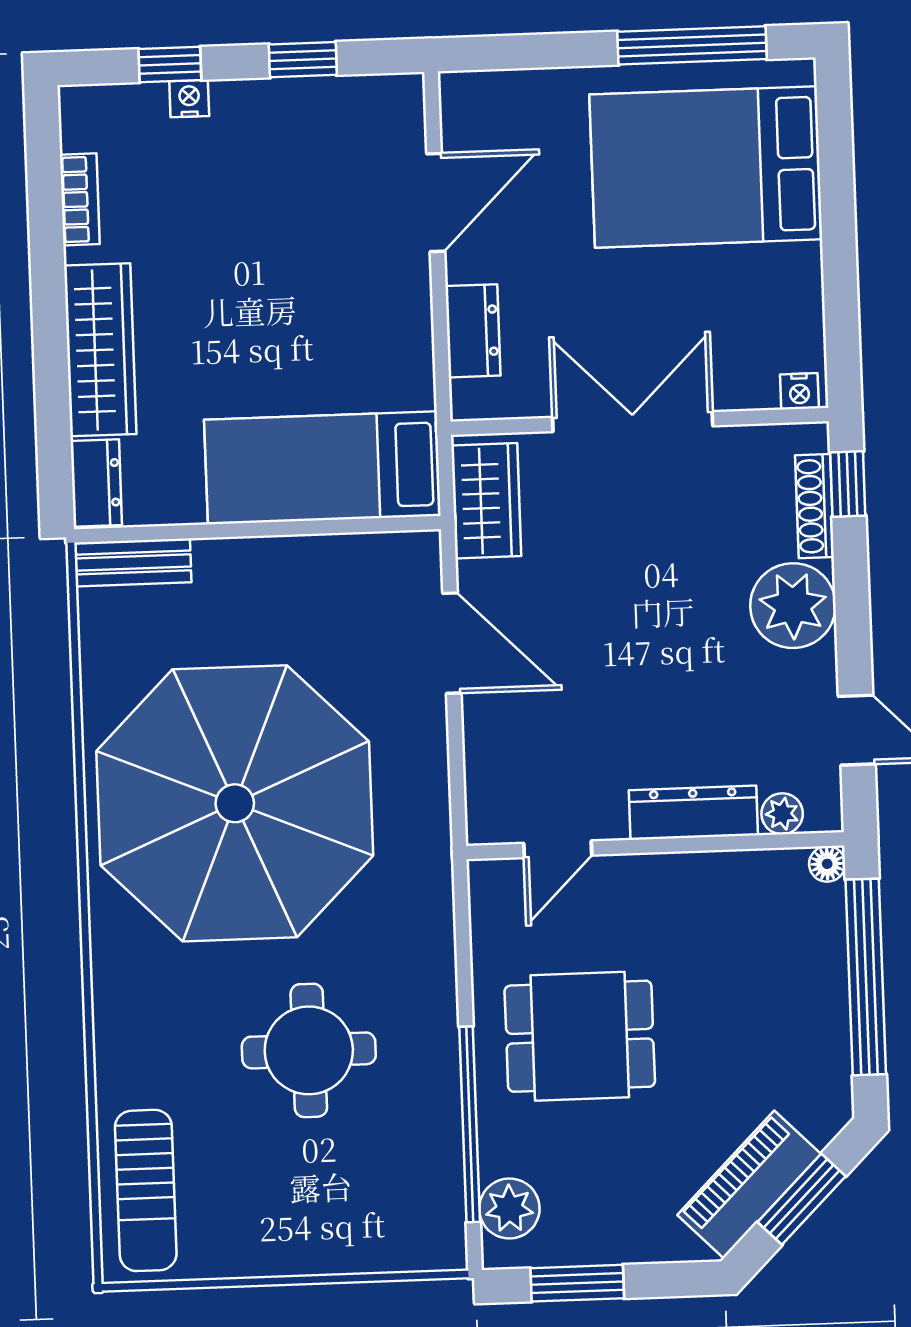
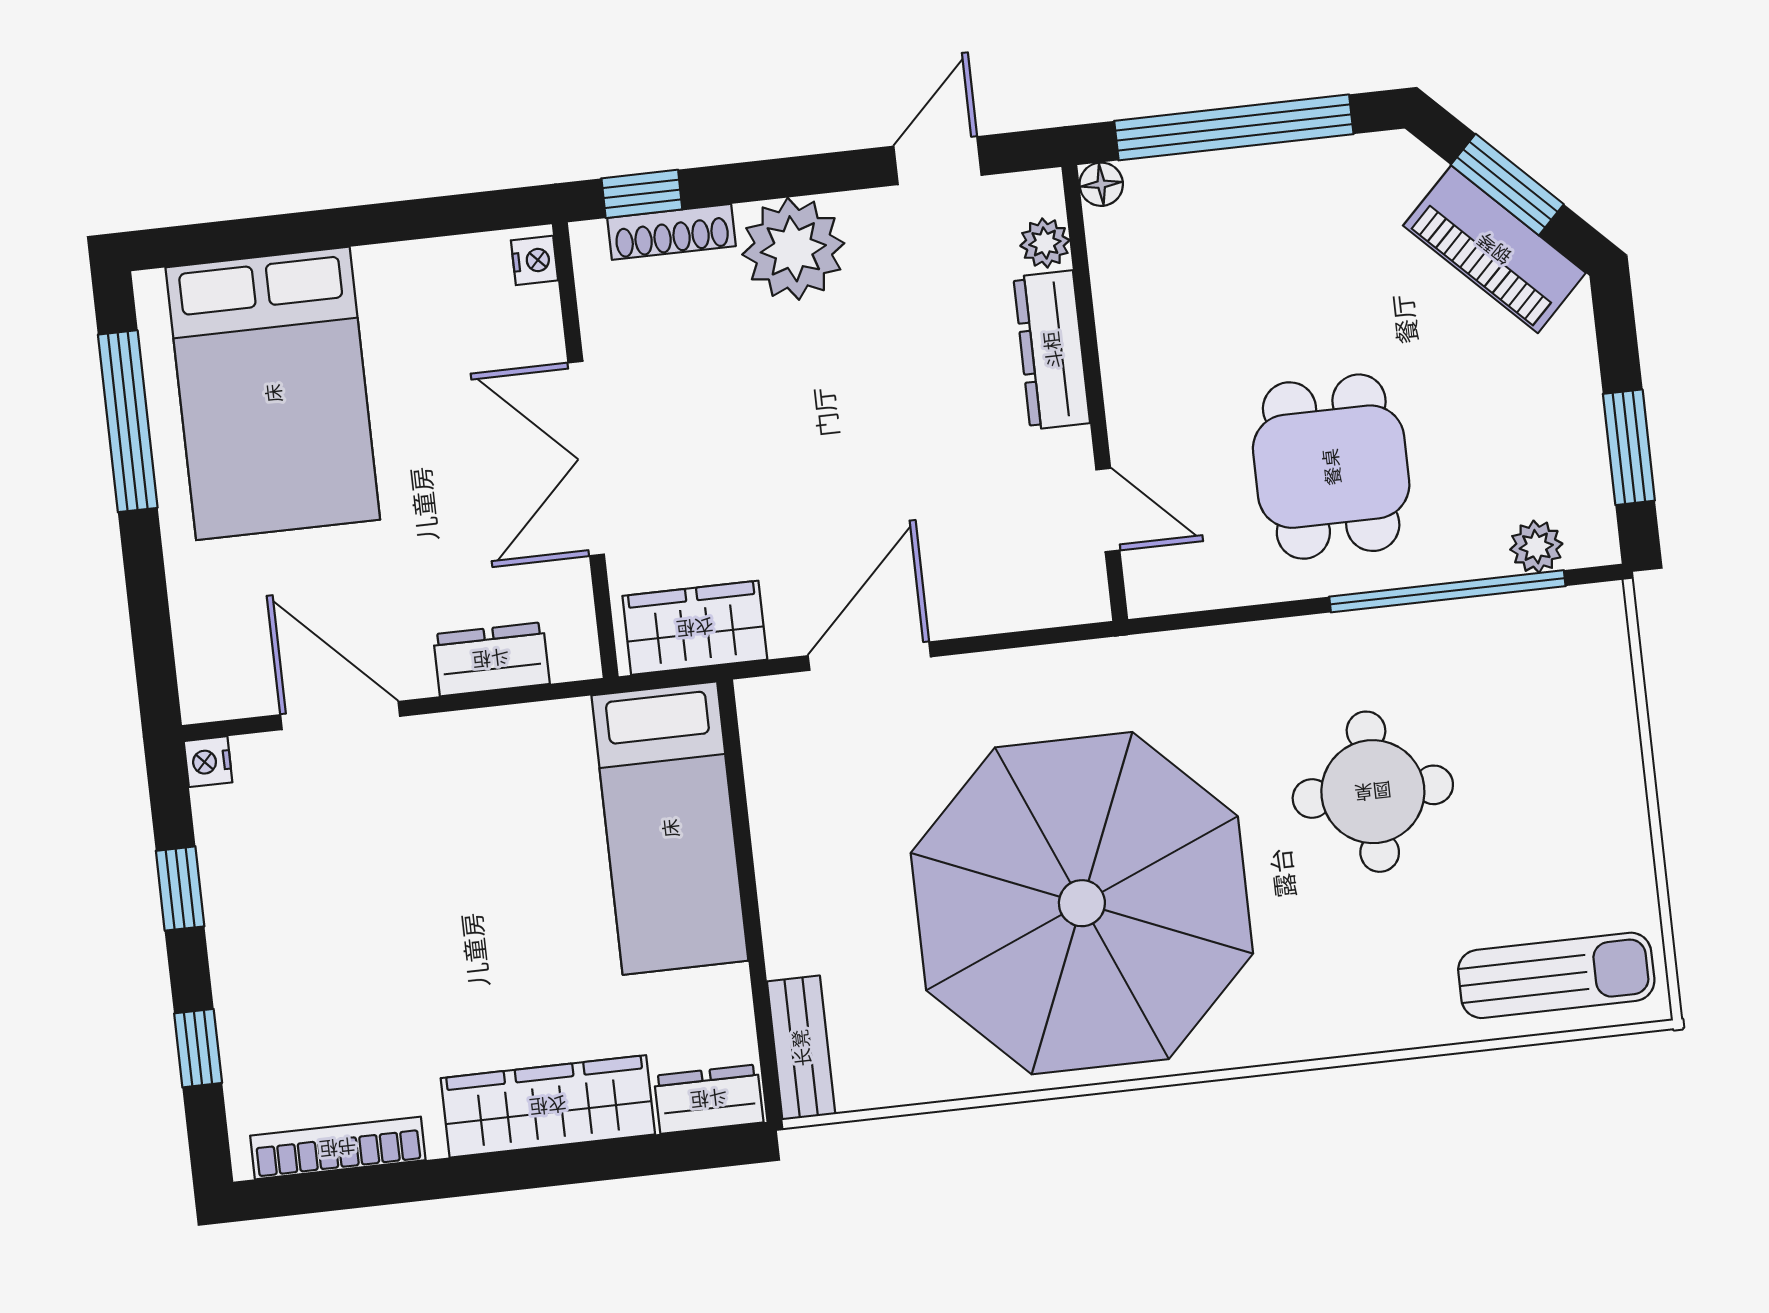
nightstand: (189, 99) -> (208, 762), moved
bookcase: (80, 199) -> (338, 1148), width x1.56
plant: (509, 1208) -> (1536, 547), width x0.73, depth x0.73

